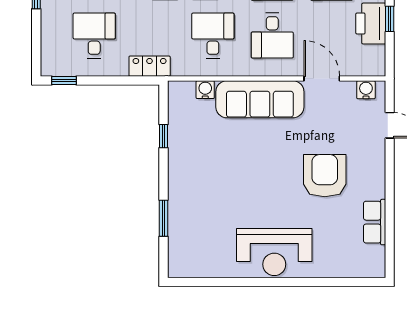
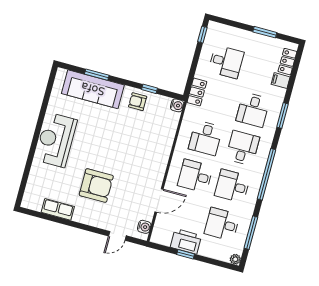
desk: (213, 35) -> (206, 138), turned 90
water cooler: (205, 90) -> (177, 105), moved
sofa: (260, 99) -> (93, 89), moved, turned -90
armchair: (187, 148) -> (138, 102), added

